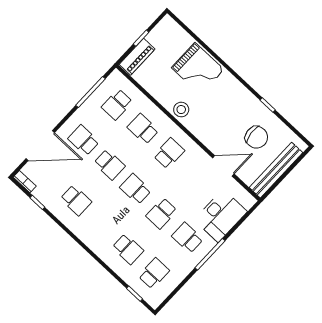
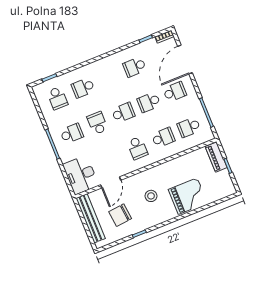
grand piano: (198, 69) -> (188, 196), turned 180
school desk: (117, 105) -> (189, 127), turned -90
stool: (181, 110) -> (151, 196), moved
desk: (221, 216) -> (81, 175), moved

